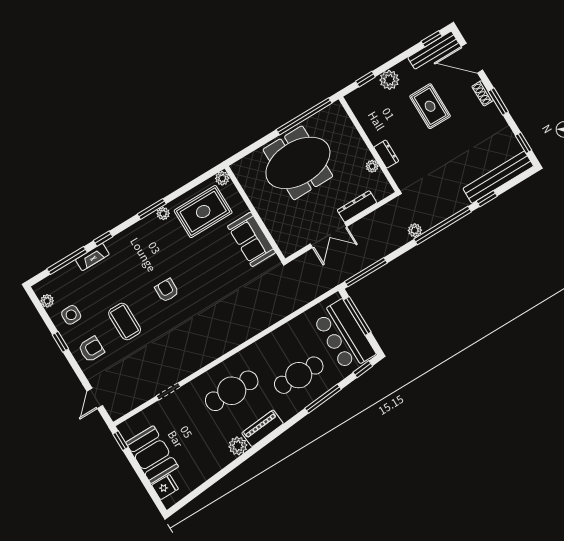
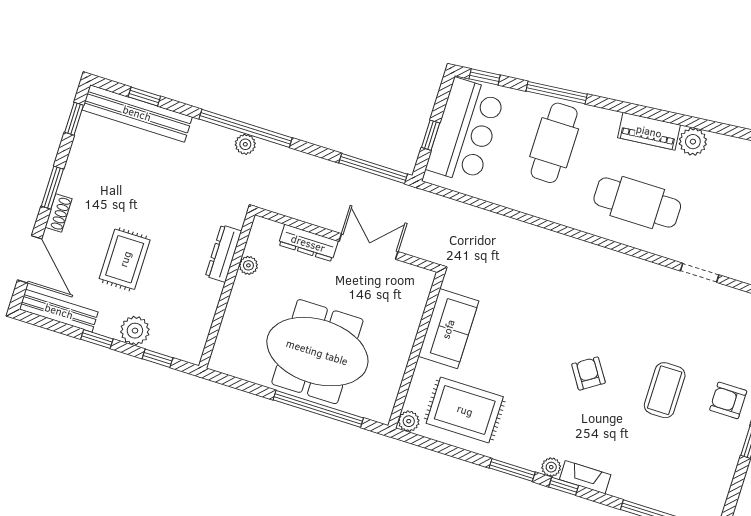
window: (432, 39) -> (97, 339), moved
window: (304, 116) -> (318, 409), moved
dresser: (386, 154) -> (223, 254), width x1.44
window: (487, 199) -> (144, 96), moved
plant: (163, 214) -> (551, 467), moved
plant: (415, 230) -> (245, 144), moved
window: (103, 239) -> (564, 486), moved
fireplace: (92, 257) -> (585, 477), moved
armchair: (167, 290) -> (588, 373), turned 146
plant: (47, 301) -> (717, 497), removed
side table: (71, 315) -> (710, 456), removed
window: (357, 316) -> (431, 135), width x0.46
cafe table: (299, 375) -> (554, 143), turned 90

